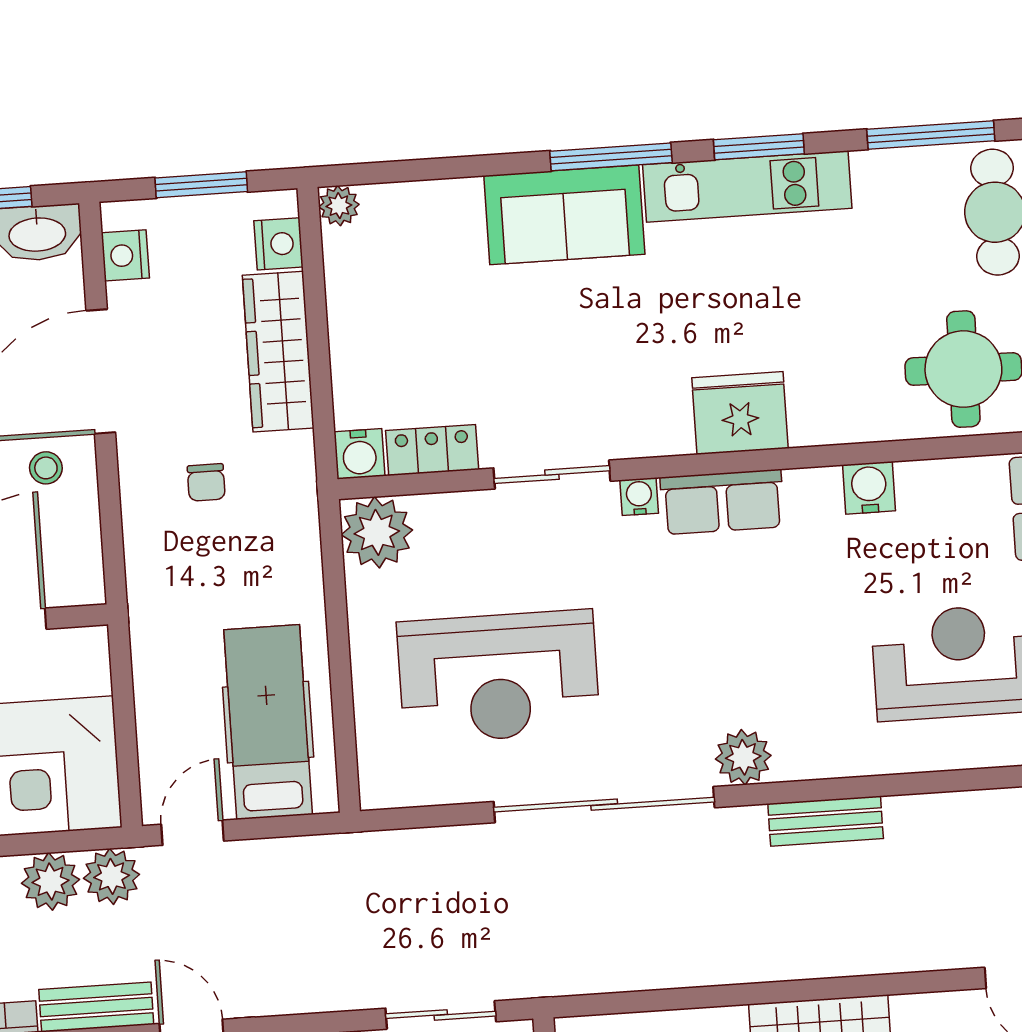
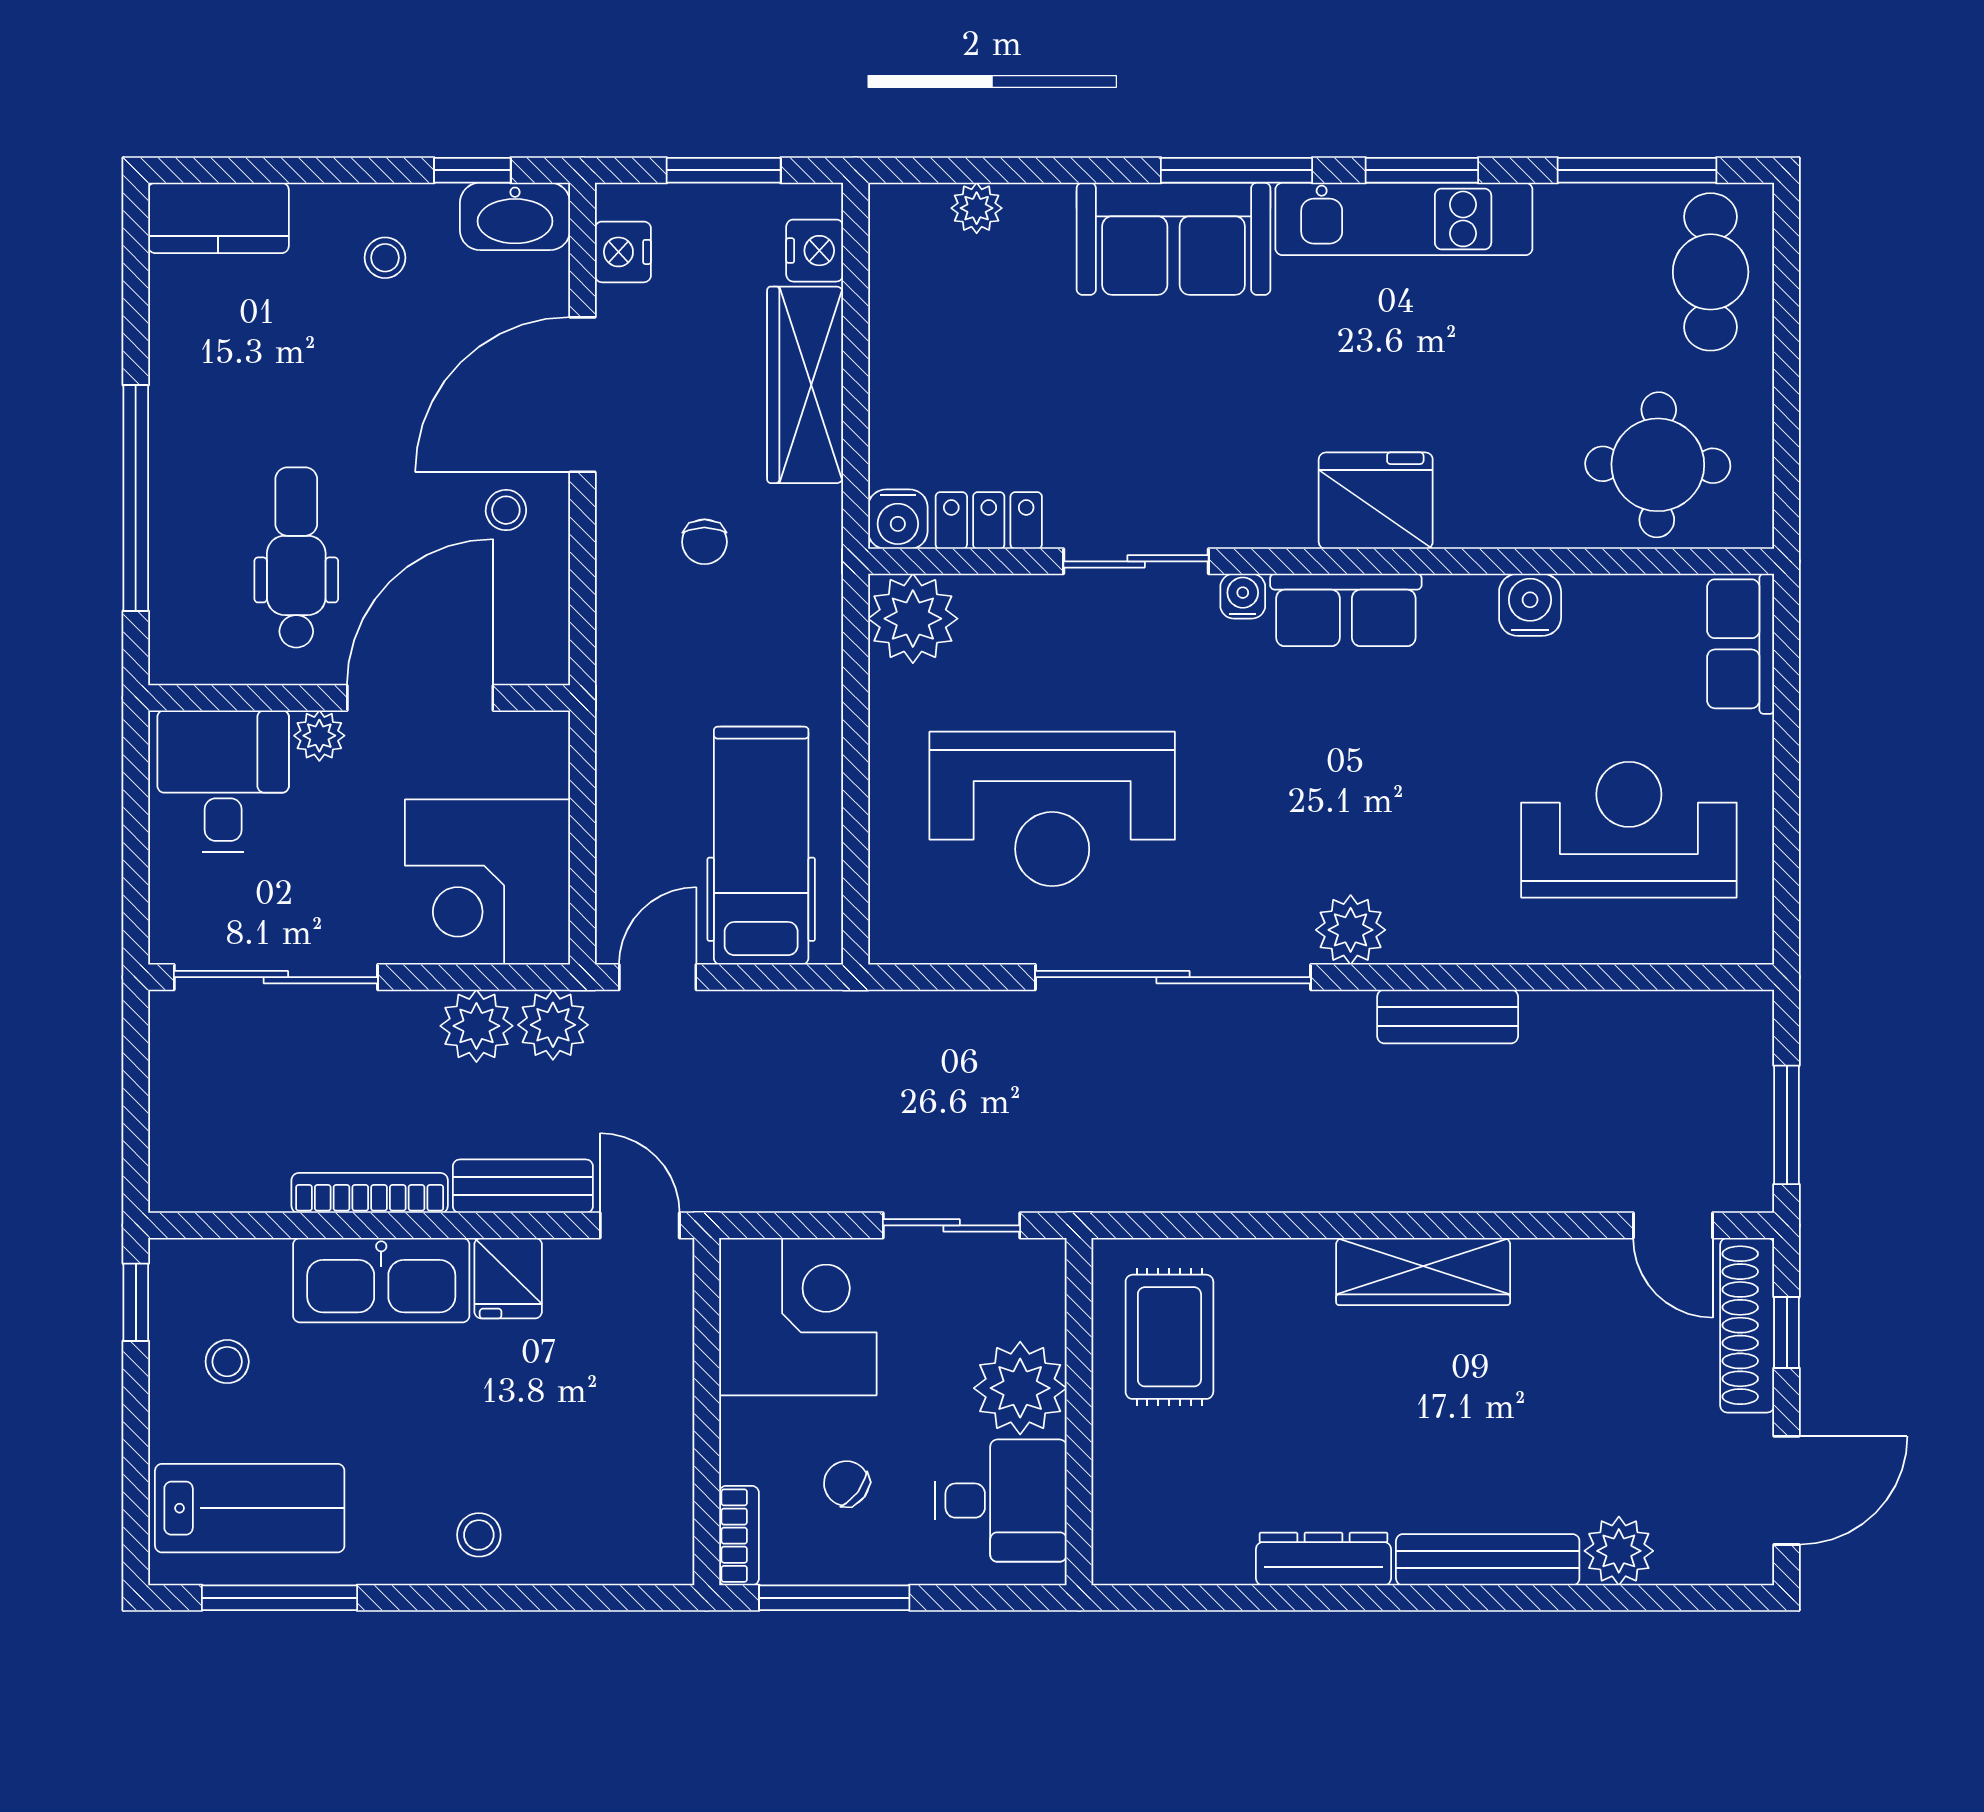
plant: (339, 206) -> (977, 208), moved

